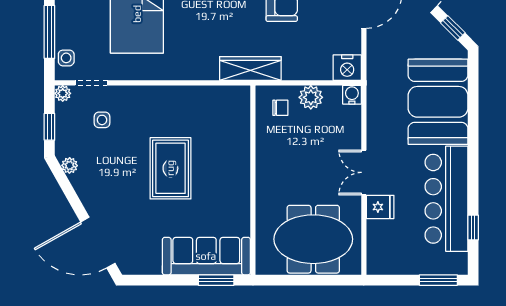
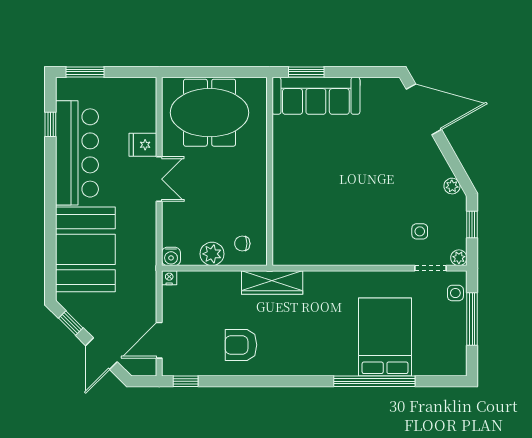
nightstand: (347, 68) -> (169, 278), width x0.53, depth x0.56
rug: (170, 168) -> (352, 183), removed

